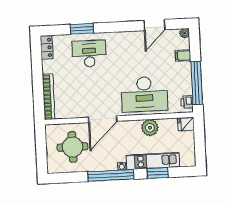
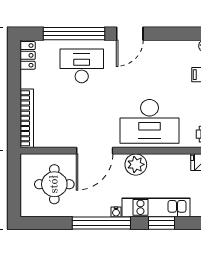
door: (154, 25) -> (130, 34), moved
window: (82, 29) -> (74, 34), width x2.11
plant: (150, 128) -> (136, 164), moved

